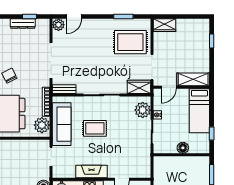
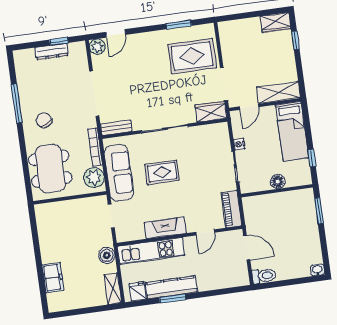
wardrobe: (164, 25) -> (276, 22), moved
plant: (143, 110) -> (220, 140), removed
piano: (144, 164) -> (232, 209), added

